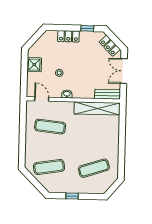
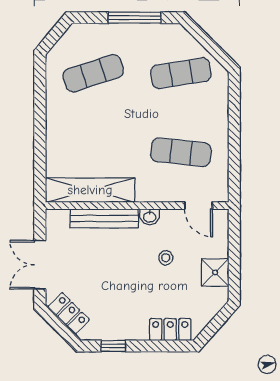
locker: (68, 36) -> (170, 330), moved
double door: (124, 71) -> (40, 265), swing flipped
bench: (108, 94) -> (104, 218), moved, width x1.36
window: (72, 196) -> (134, 18), width x2.17

